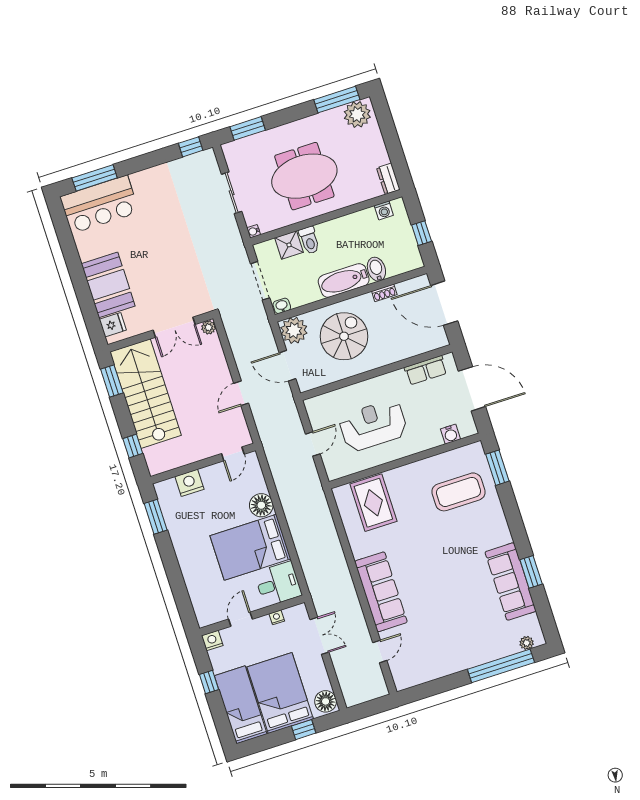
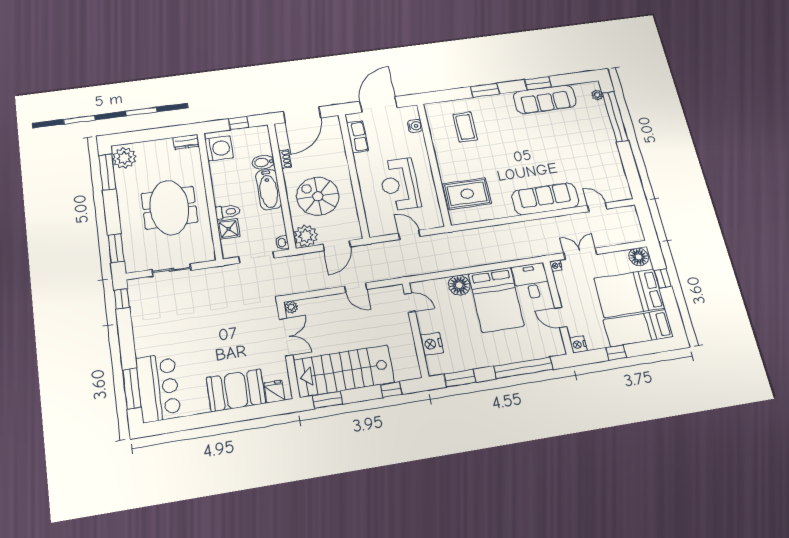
washing machine: (384, 210) -> (219, 148), width x1.89, depth x1.89
water cooler: (254, 231) -> (210, 256), removed
window: (497, 468) -> (485, 90), moved
coffee table: (458, 492) -> (465, 127), width x0.73, depth x0.76
window: (177, 583) -> (523, 368), added
nightstand: (277, 617) -> (556, 266), moved

